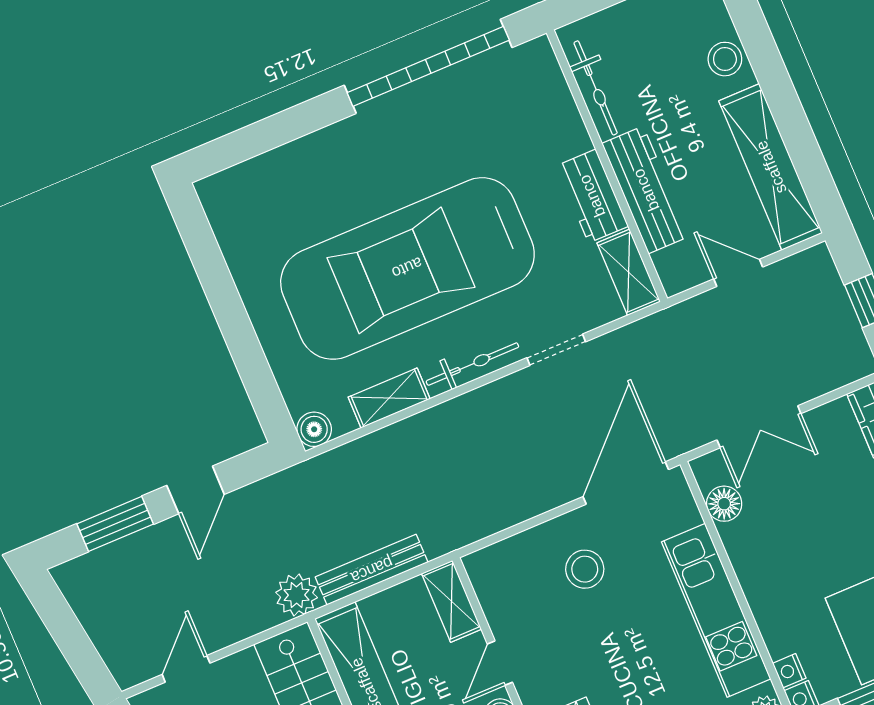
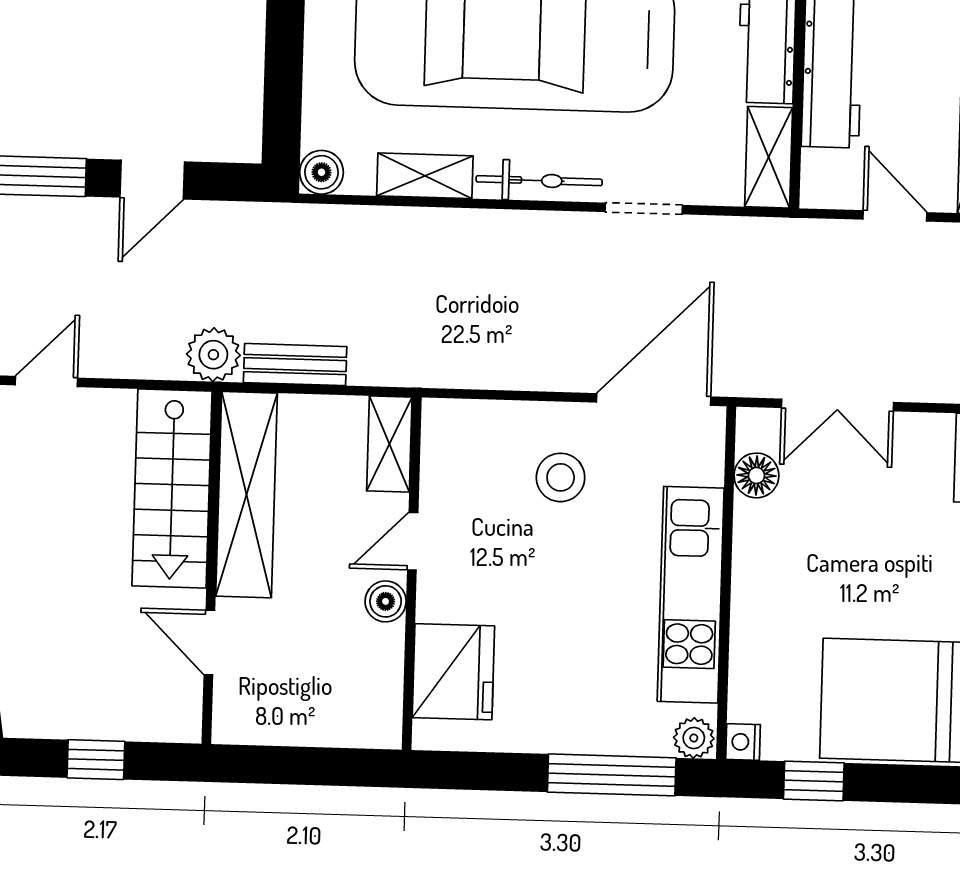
bench: (372, 570) -> (295, 365), width x0.73
nightstand: (789, 671) -> (743, 703), removed

